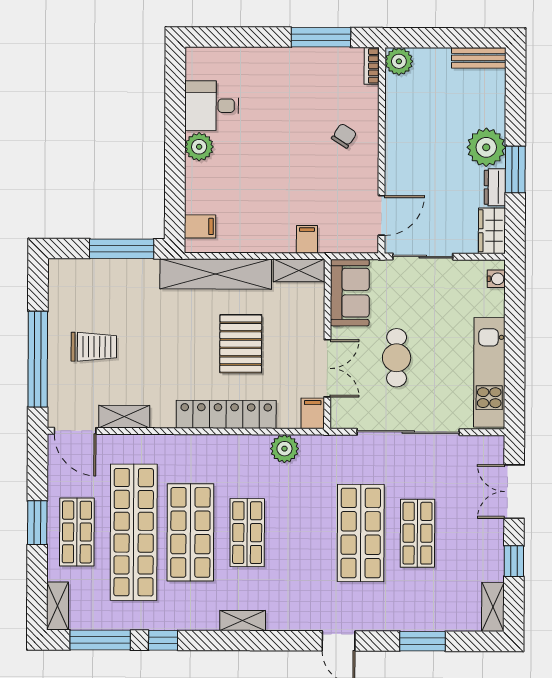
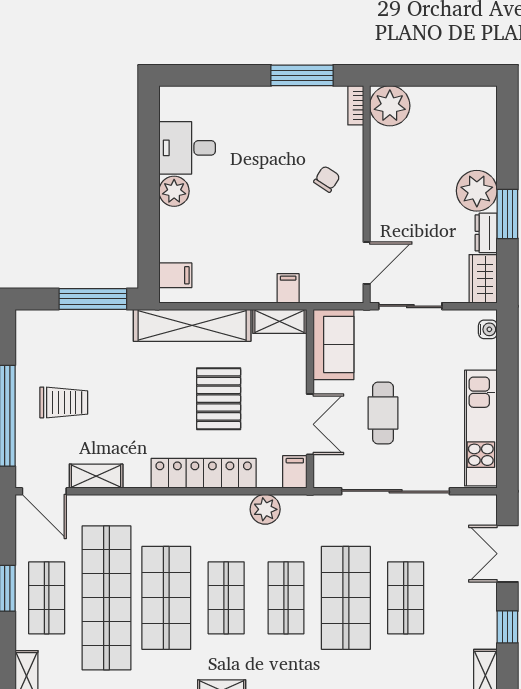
bench: (479, 58) -> (469, 97), removed
plant: (399, 61) -> (390, 106), width x1.36, depth x1.36
shop shelf: (304, 533) -> (286, 598), added

